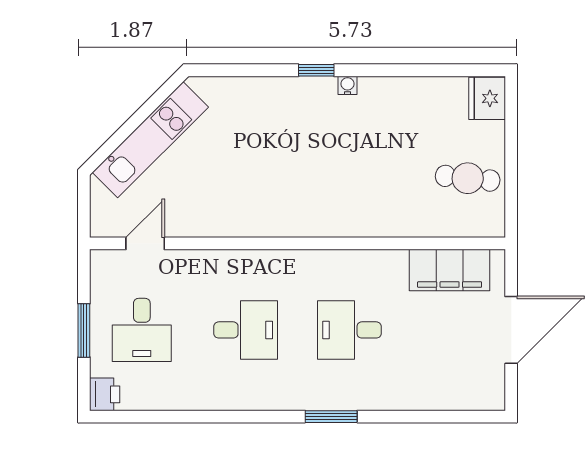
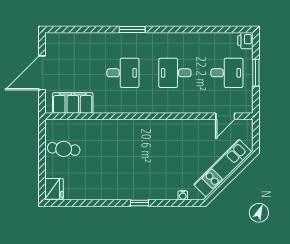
water cooler: (348, 85) -> (183, 195), moved
desk: (142, 330) -> (227, 73), turned 90

